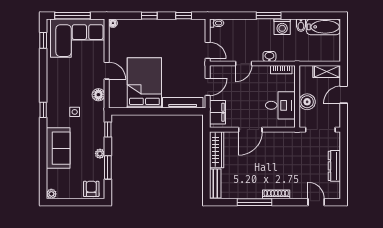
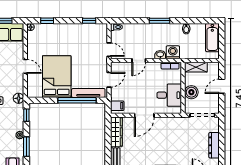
window: (149, 16) -> (47, 21), moved
washing machine: (282, 27) -> (173, 52), moved, turned 180
bathtub: (323, 27) -> (212, 38), moved, turned 90
shelving: (327, 72) -> (196, 67), moved
floor lamp: (98, 95) -> (19, 98), moved
window: (169, 111) -> (77, 100), added
filing cabinet: (218, 112) -> (117, 106), width x0.50

